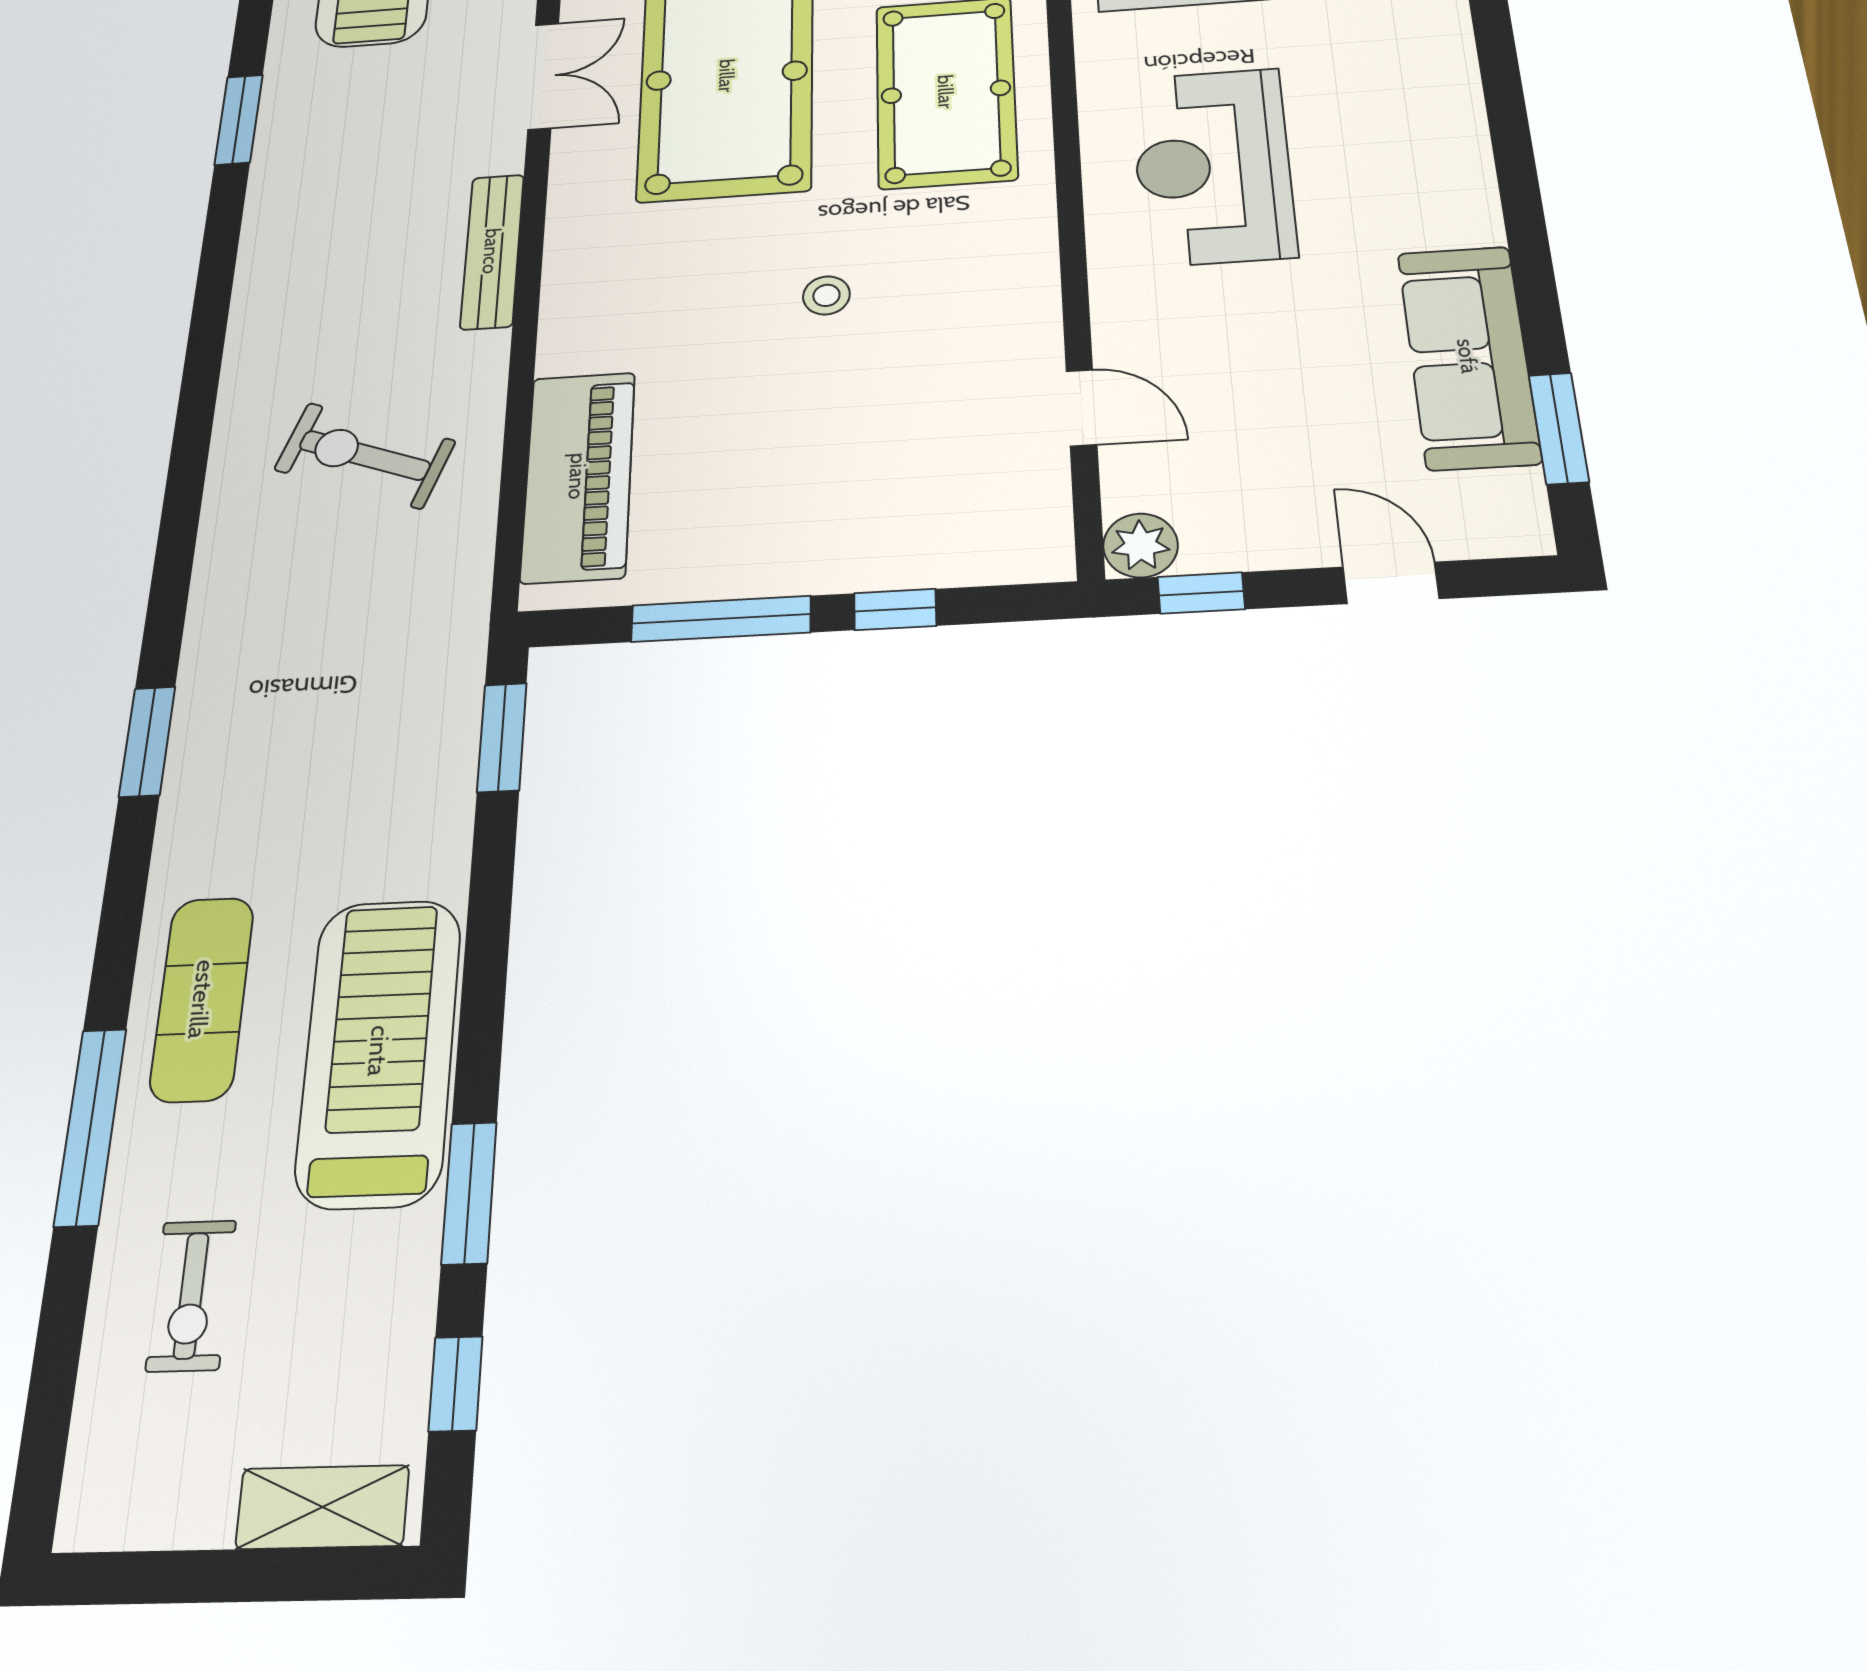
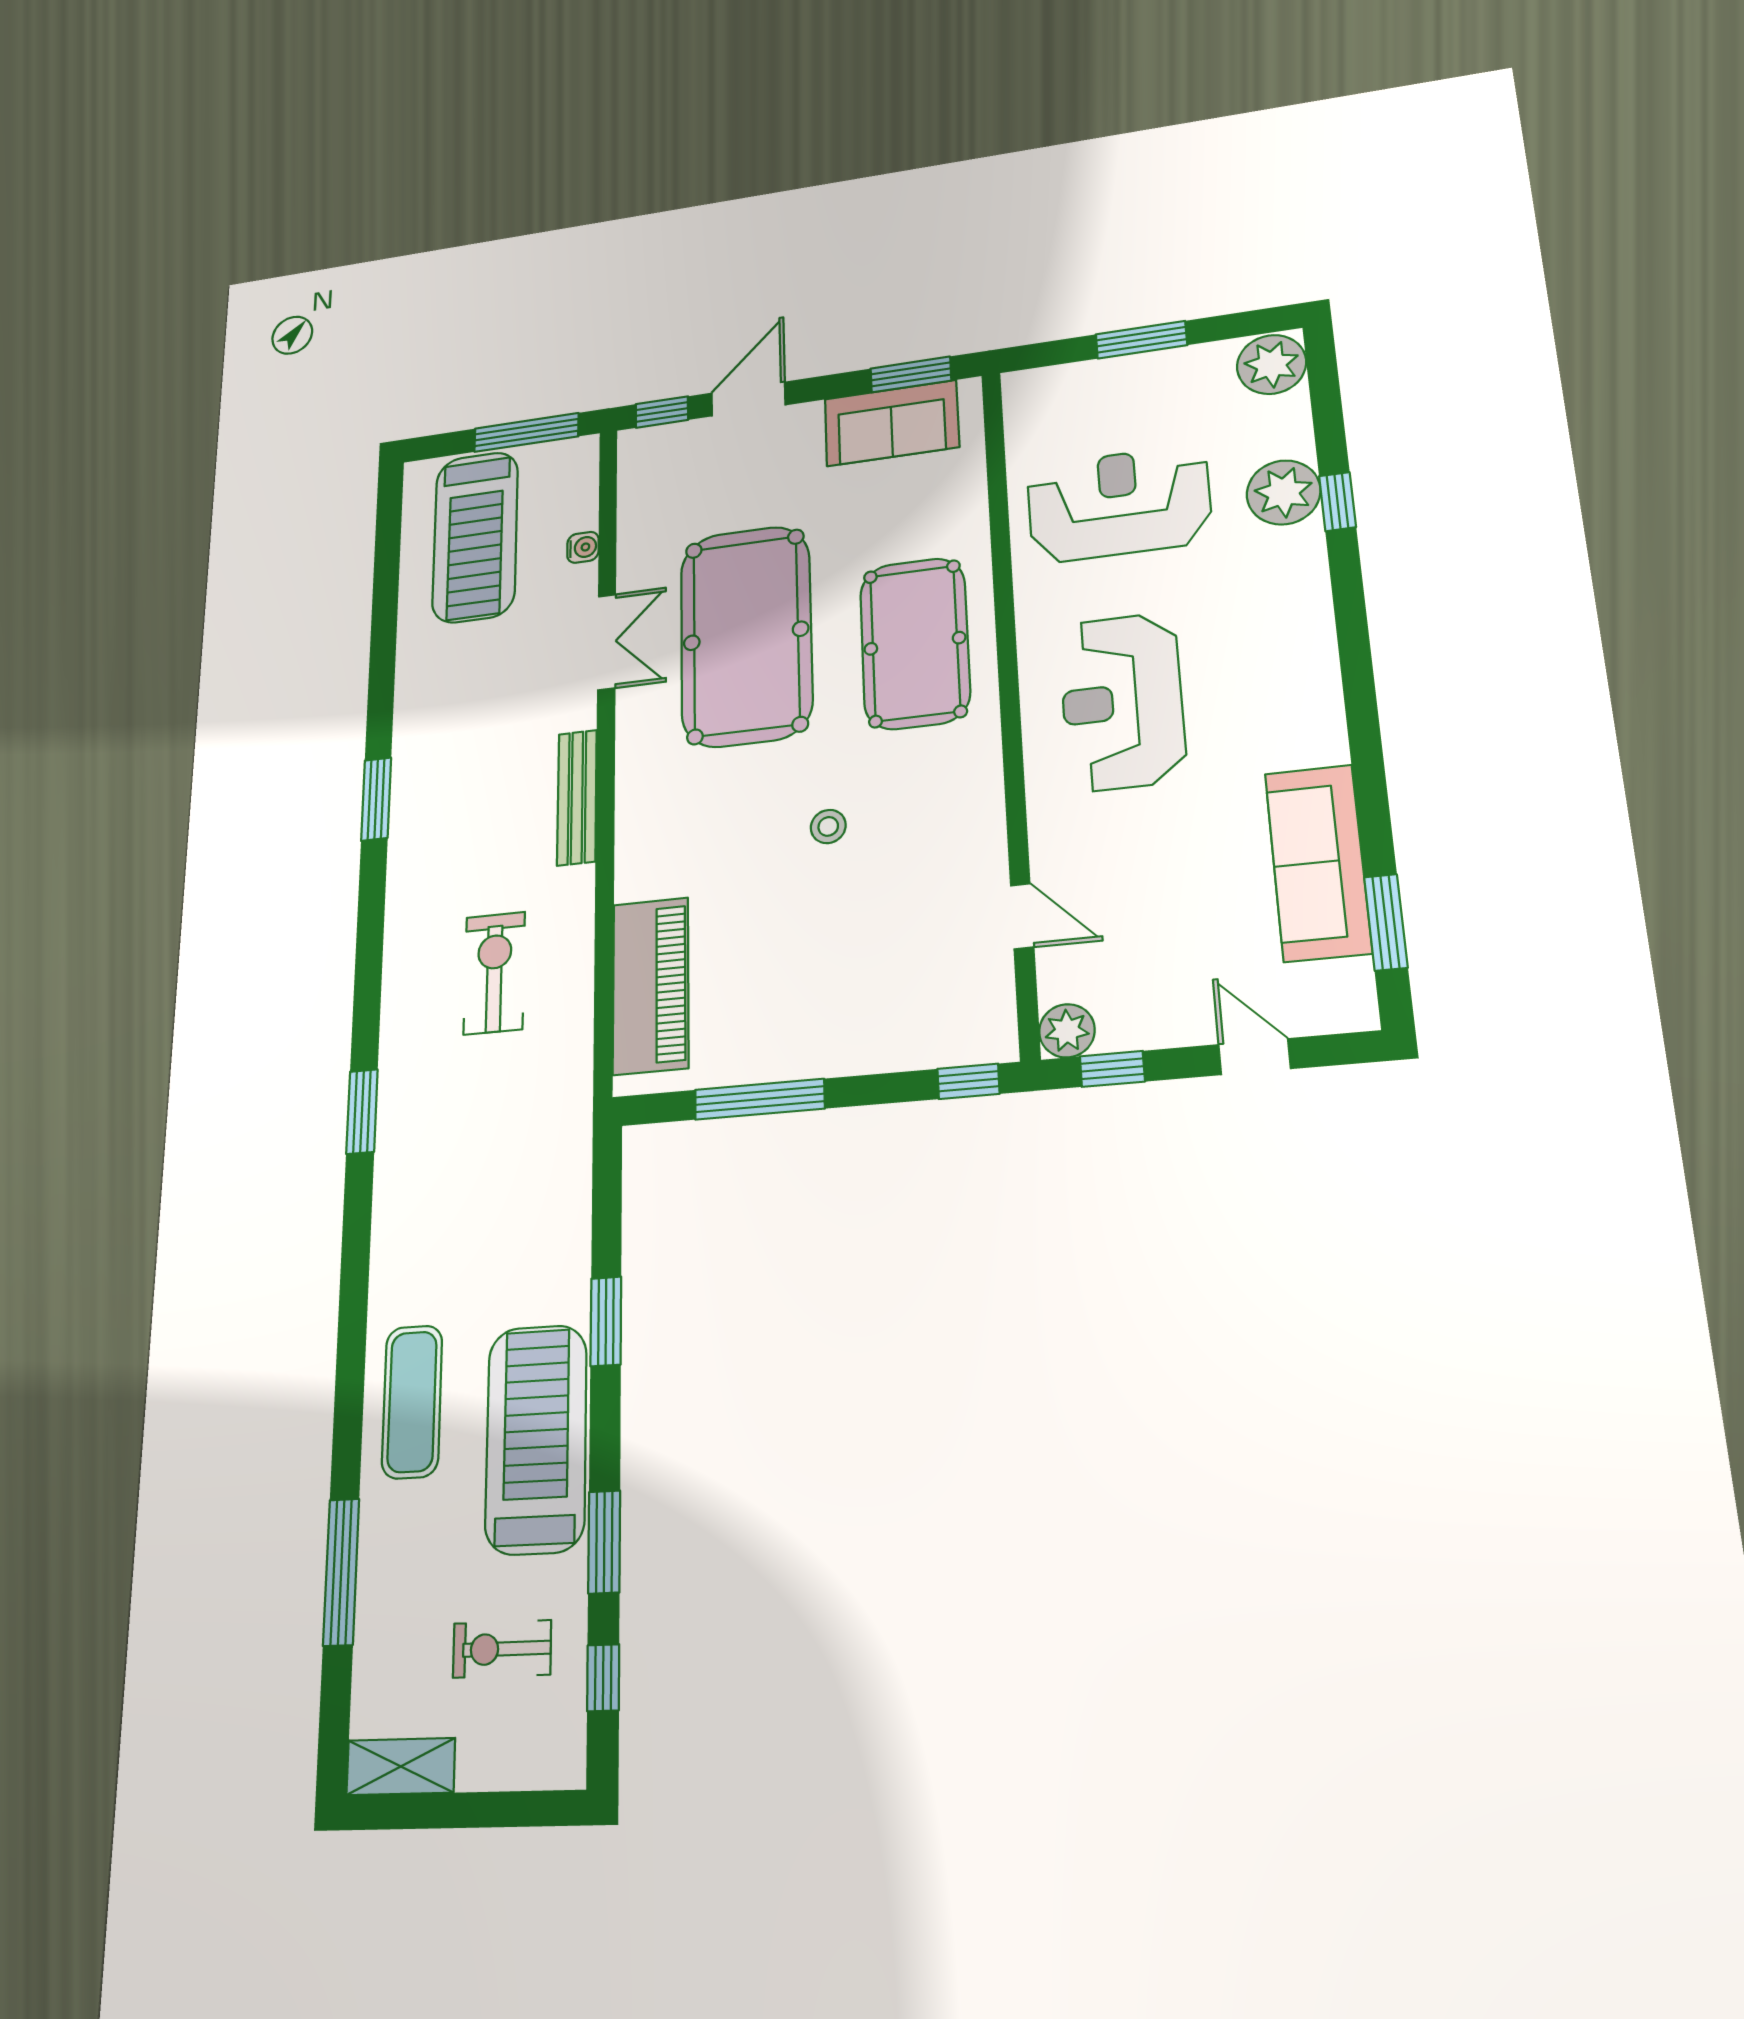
window: (239, 120) -> (376, 799), moved
exercise bike: (365, 455) -> (494, 973), turned 70
window: (895, 609) -> (968, 1081), moved
window: (502, 737) -> (606, 1321), moved
window: (147, 742) -> (362, 1112), moved
window: (90, 1126) -> (341, 1572), moved
exercise bike: (191, 1295) -> (502, 1649), moved, turned 90
shelving: (322, 1507) -> (401, 1766), moved

